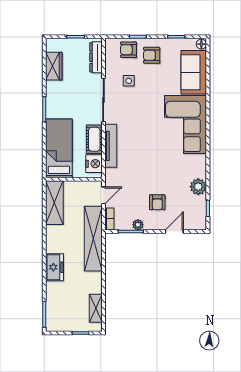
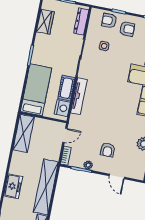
armchair: (152, 55) -> (127, 29), turned 180
door: (174, 231) -> (117, 176), swing flipped
shelving: (93, 239) -> (46, 187), moved

